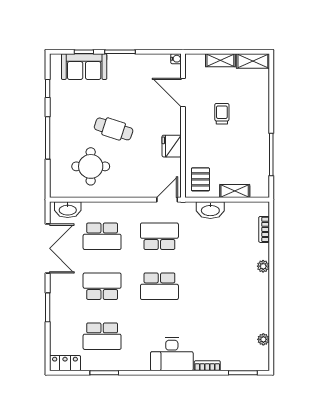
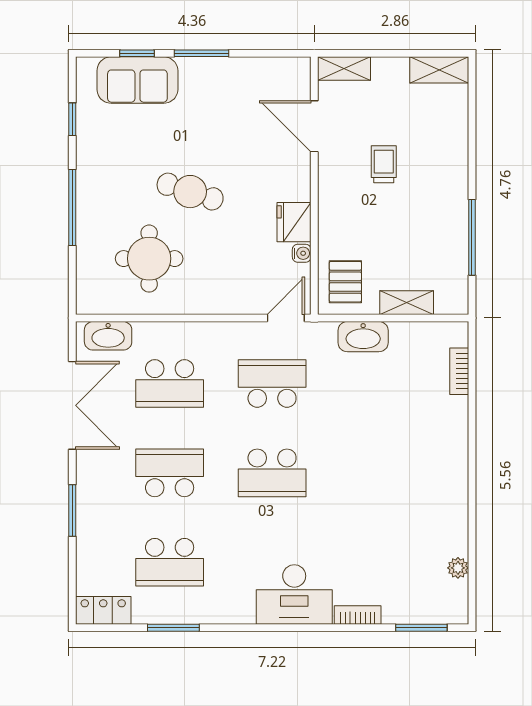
water cooler: (176, 59) -> (302, 253), moved
shelving: (220, 60) -> (344, 69), moved
plant: (263, 266) -> (458, 437), removed

